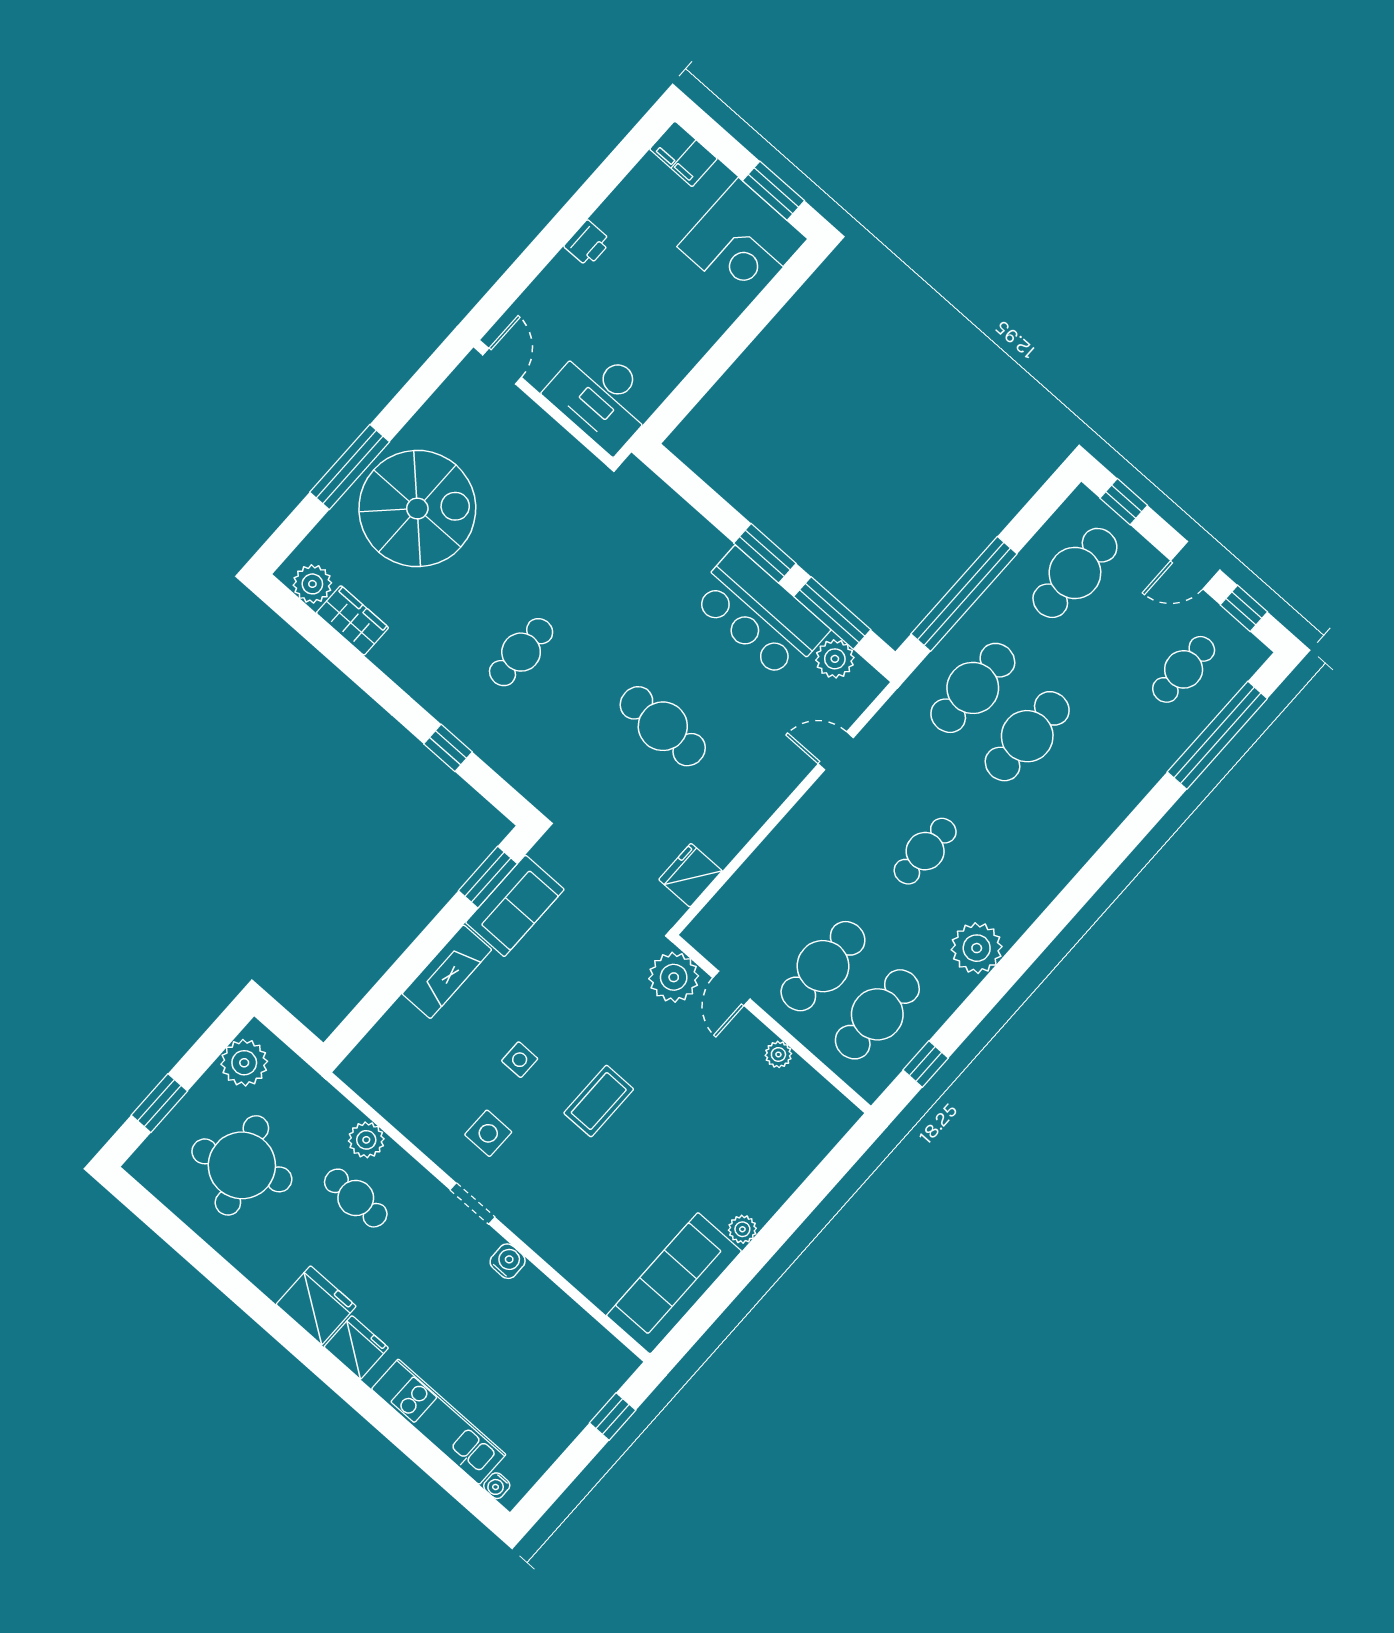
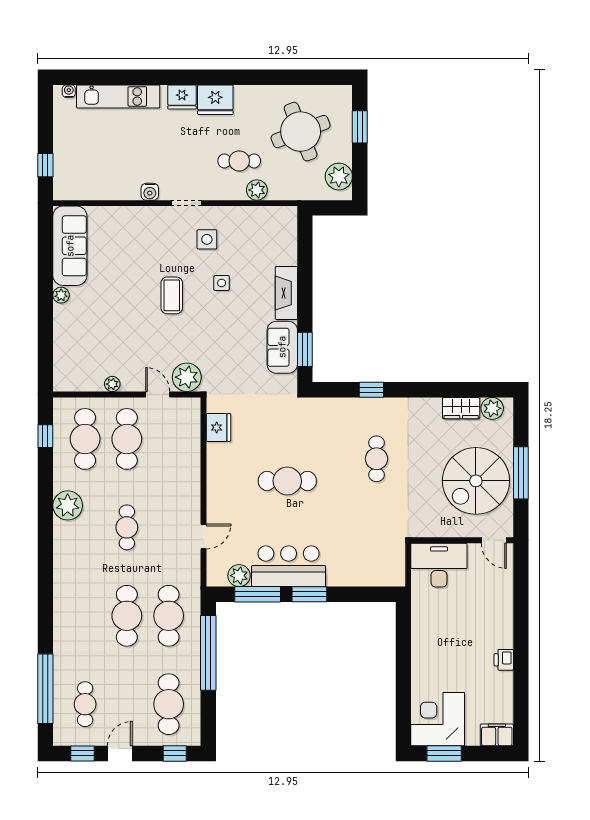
door: (502, 366) -> (494, 540), moved
desk: (602, 397) -> (439, 565), moved
wall: (543, 403) -> (462, 540), moved

